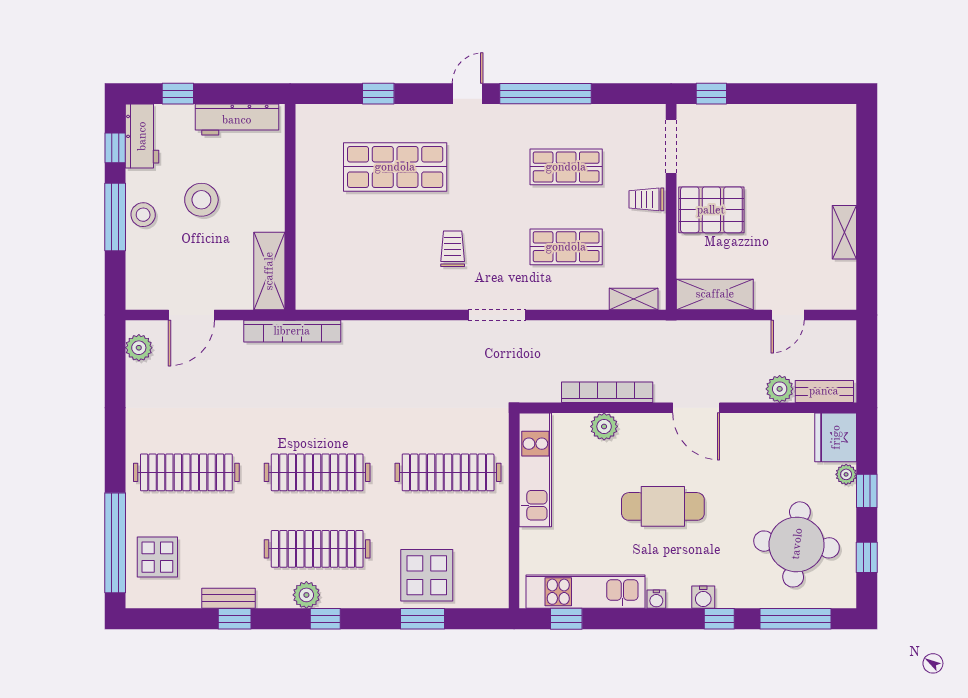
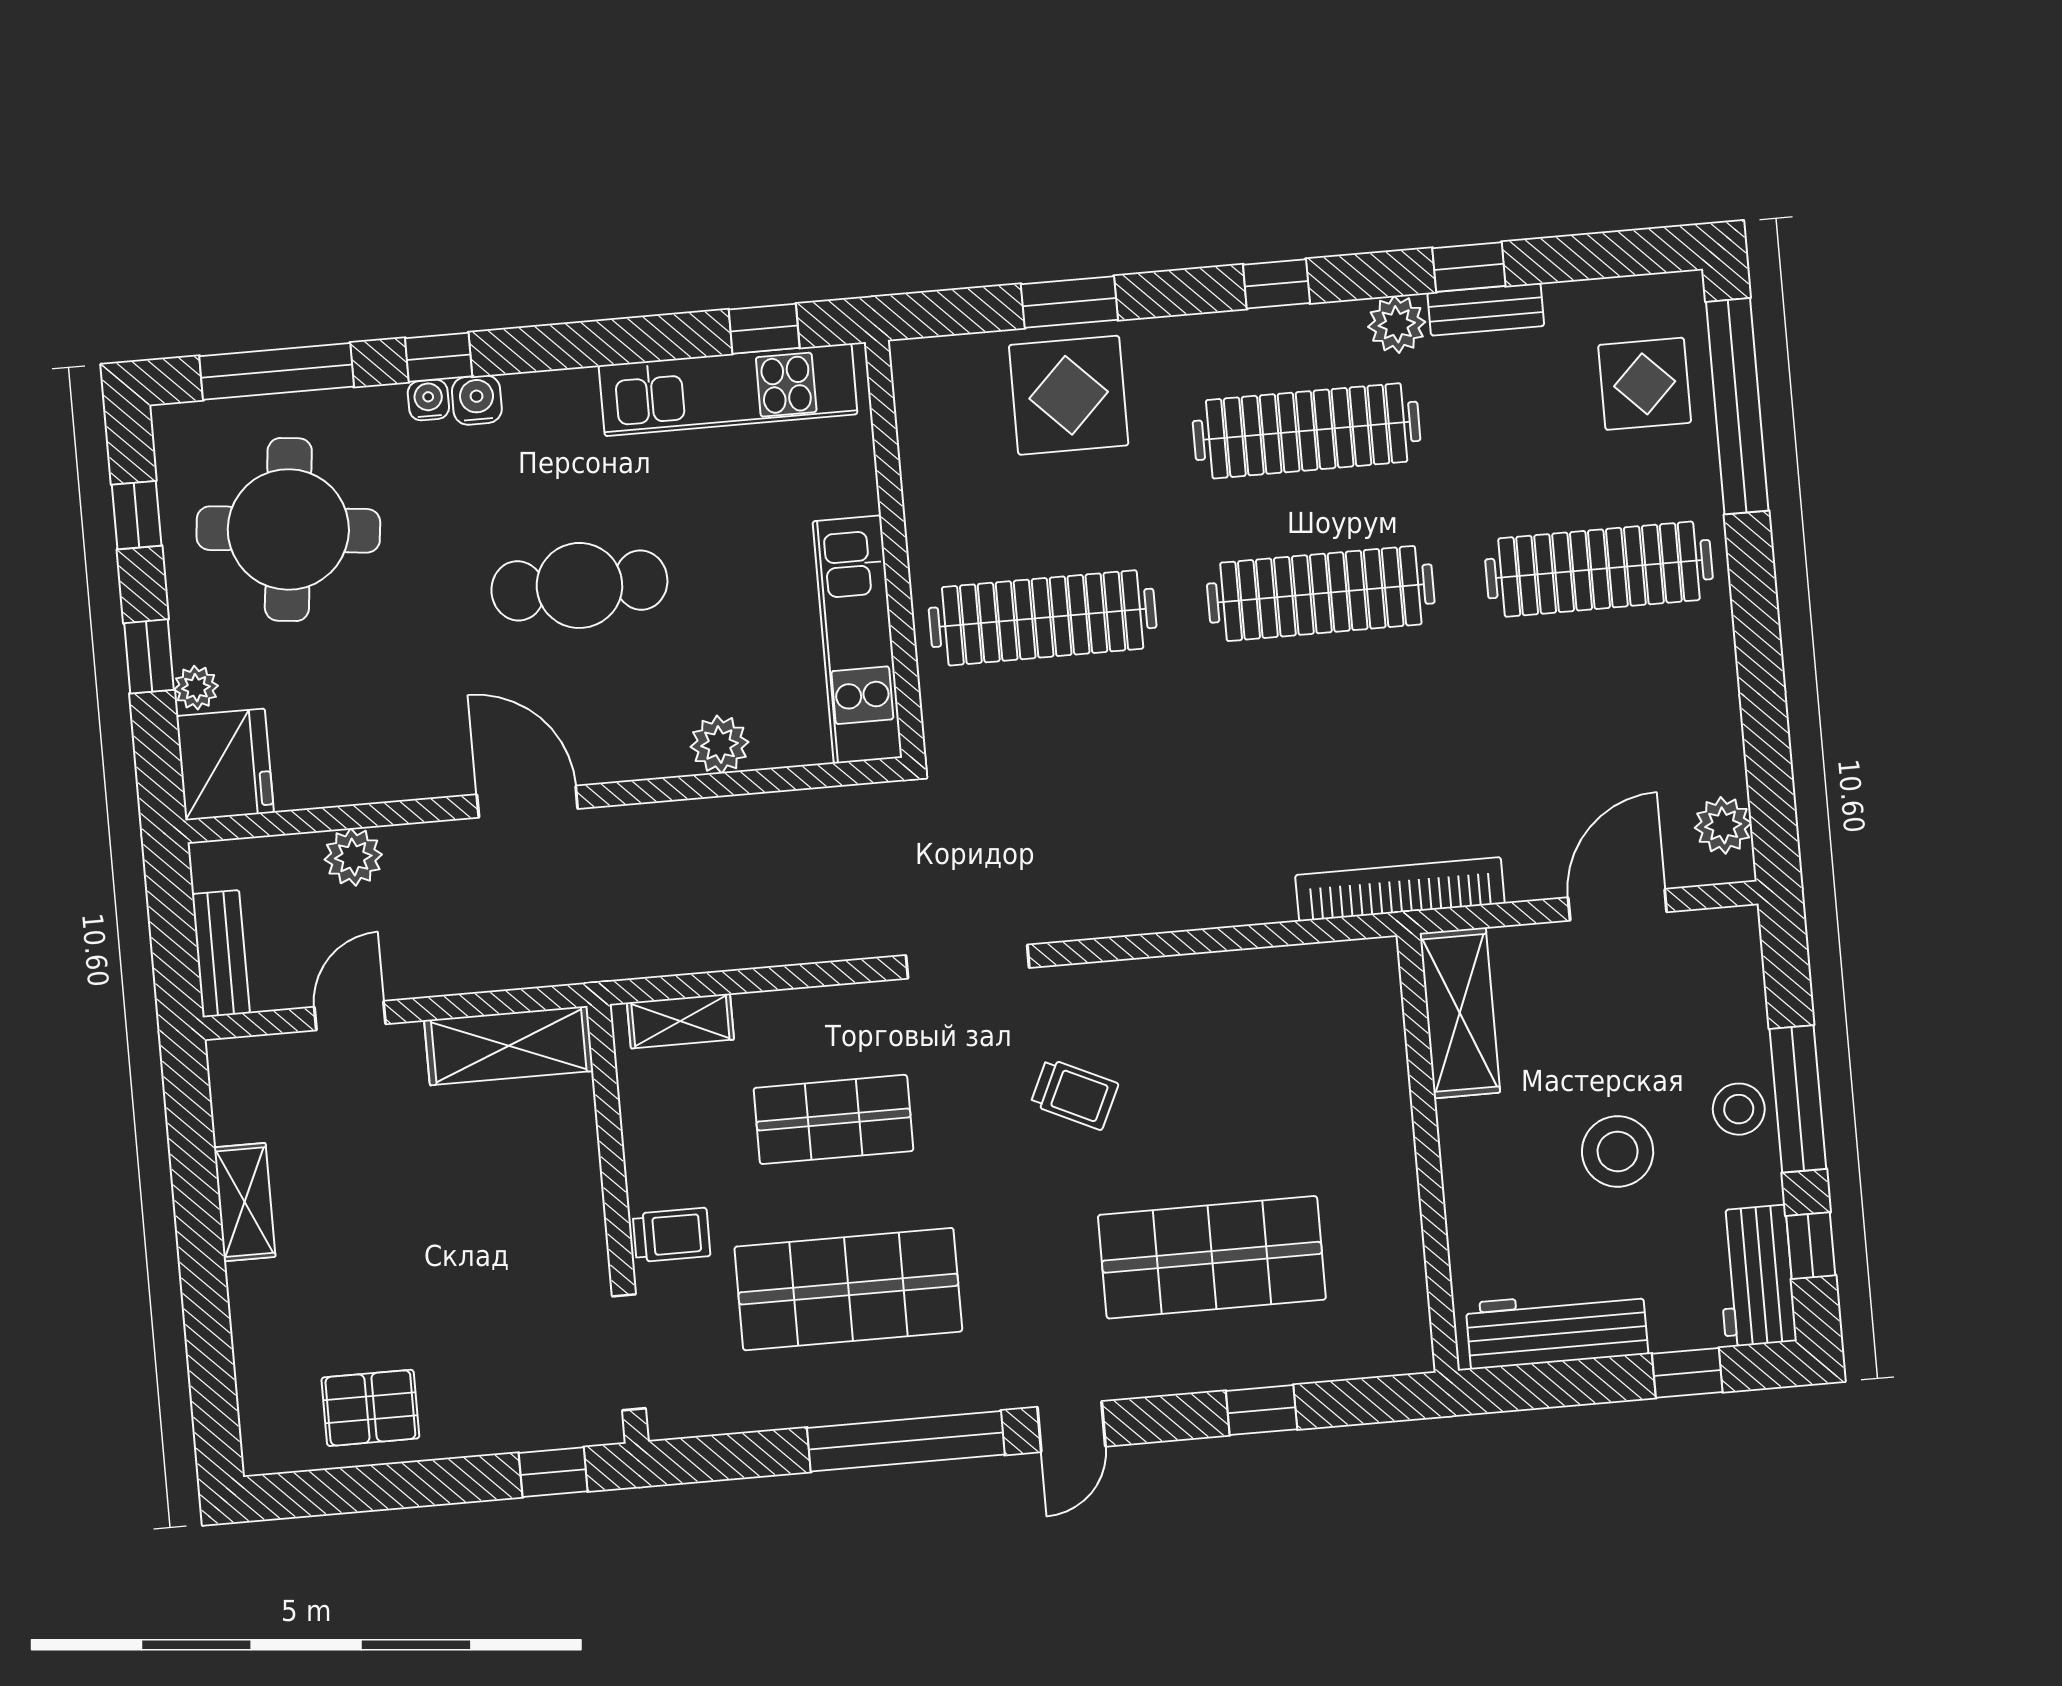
shop shelf: (566, 167) -> (848, 1289), width x1.43, depth x1.36
pallet: (711, 210) -> (370, 1408), moved, width x0.67, depth x0.71
trolley: (453, 249) -> (1074, 1094), turned -65
bench: (824, 391) -> (221, 954), moved, turned 90
bookcase: (607, 392) -> (719, 818), removed
plant: (306, 595) -> (1397, 324), moved
water cooler: (656, 599) -> (428, 400), moved

